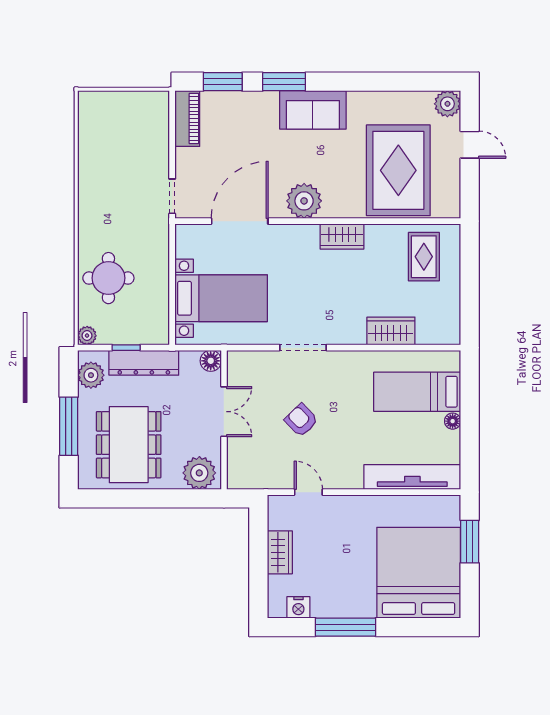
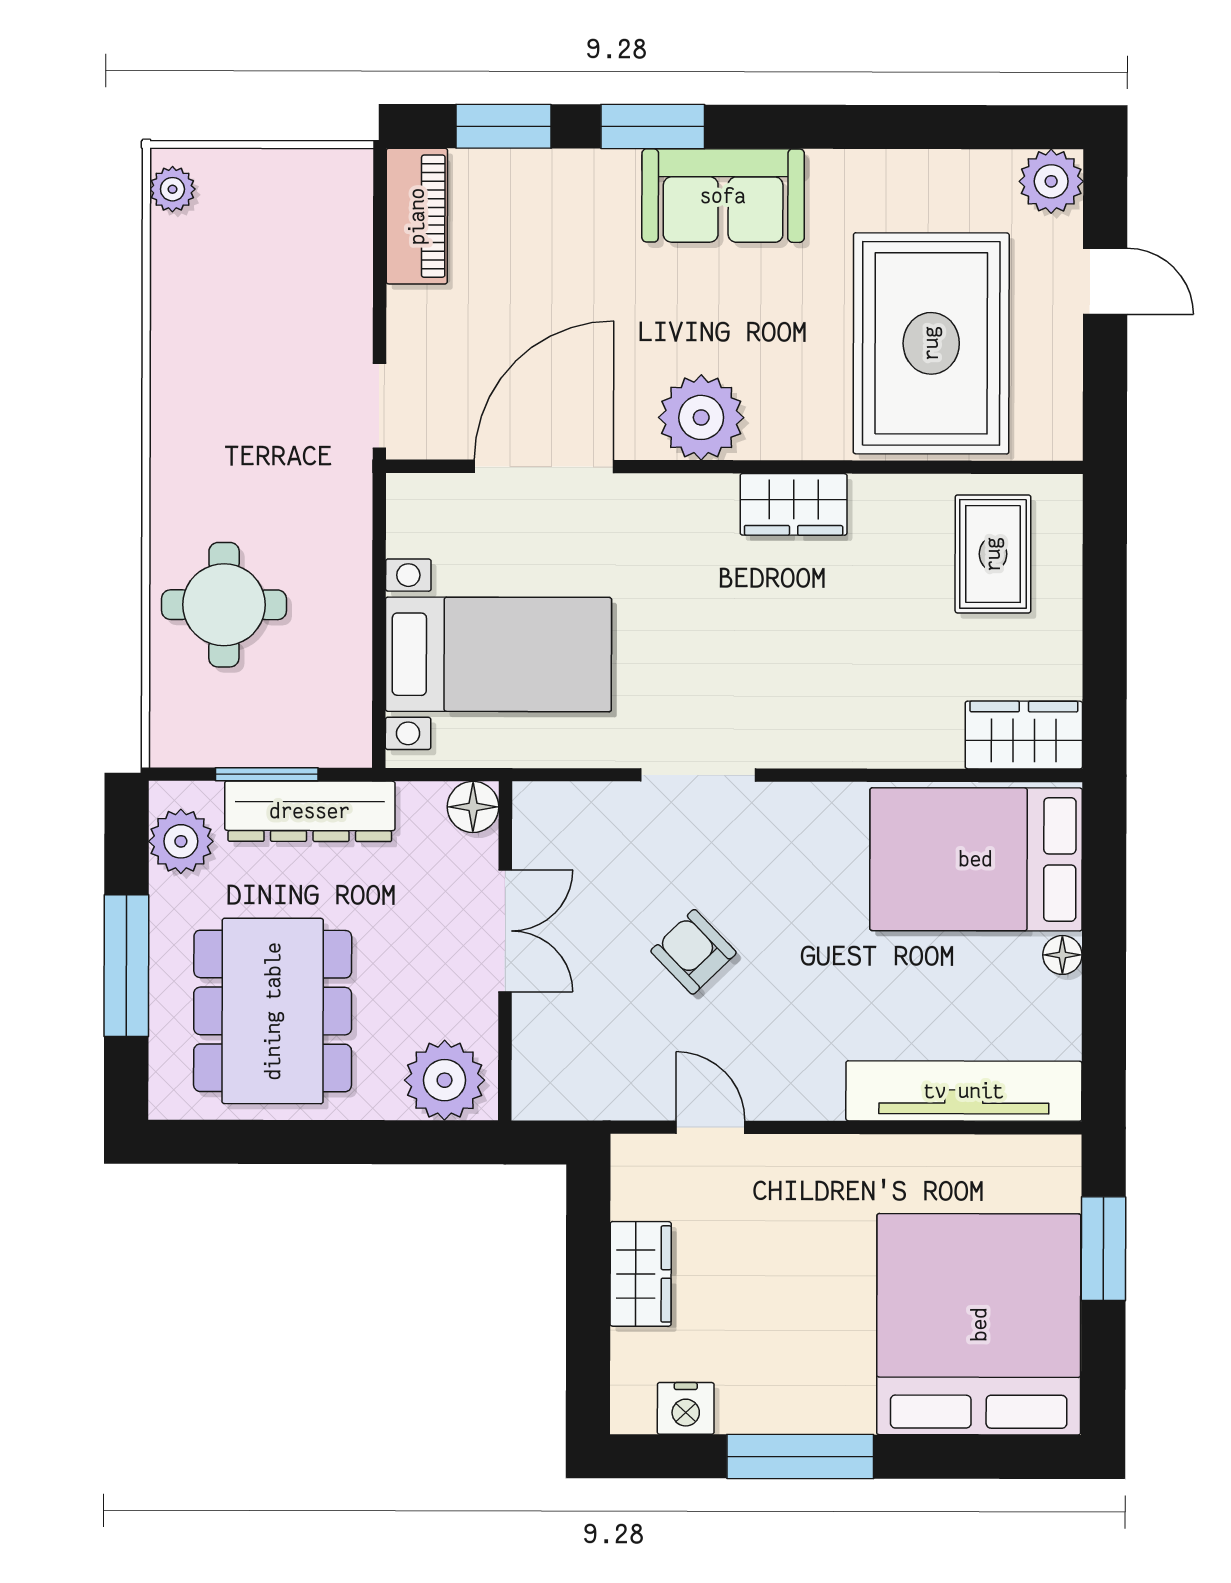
wardrobe: (391, 331) -> (1024, 735), moved
plant: (87, 336) -> (172, 189), moved
window: (126, 348) -> (267, 774), width x1.50
bed: (417, 392) -> (976, 859), width x1.50

